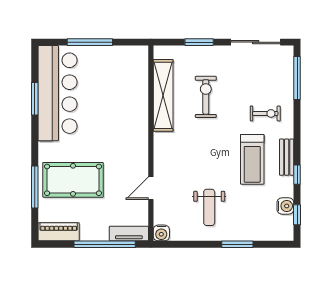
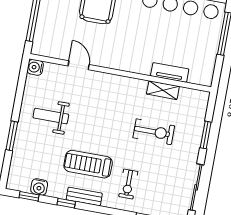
shelving: (163, 95) -> (163, 90), width x0.45, depth x0.75
tv unit: (129, 234) -> (170, 72), moved, turned -90

